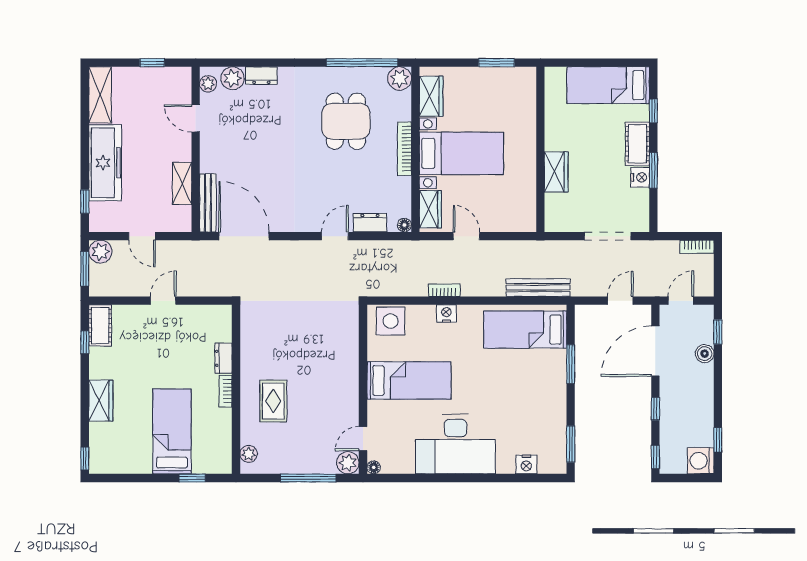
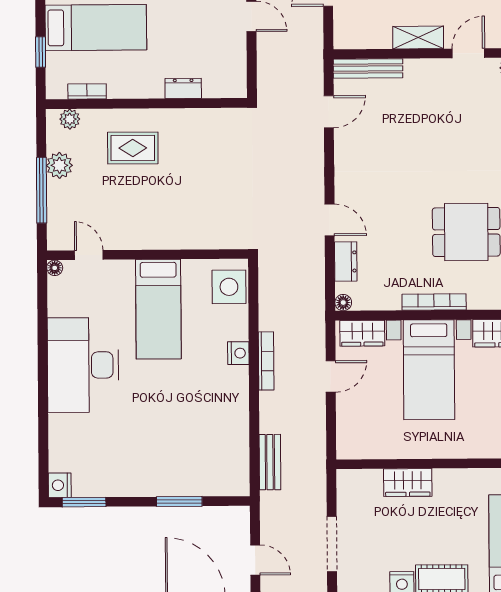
shelving: (182, 183) -> (418, 37), moved
door: (244, 236) -> (329, 112), width x0.53
bench: (538, 288) -> (270, 462), width x0.73
bookcase: (444, 290) -> (266, 361), width x1.56
bed: (525, 330) -> (220, 447), removed
bookcase: (226, 391) -> (87, 91), moved
plant: (348, 463) -> (59, 165), moved
nightstand: (526, 464) -> (60, 485), moved

